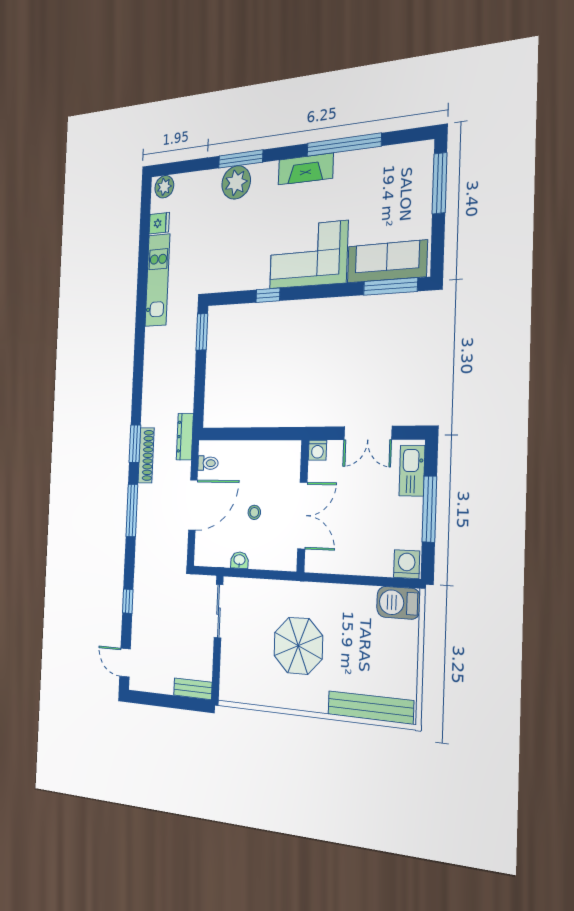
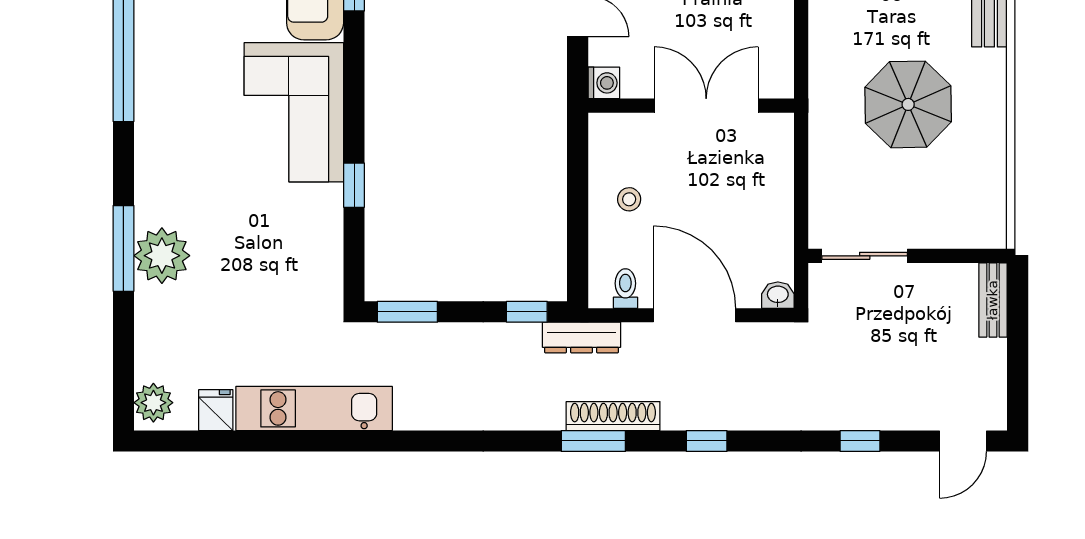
fireplace: (306, 169) -> (154, 123), removed
window: (199, 404) -> (527, 312), added
window: (132, 510) -> (707, 441), width x0.46
stool: (254, 512) -> (629, 199), moved
washbasin: (239, 560) -> (778, 295), moved, turned 90

